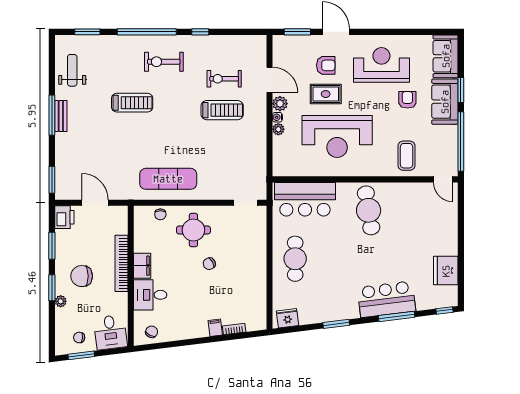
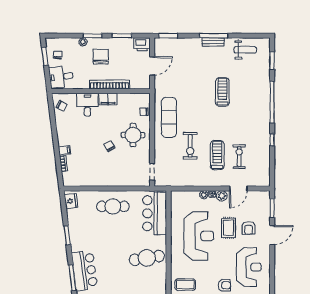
exercise bike: (164, 62) -> (190, 146), moved, turned 180
treadmill: (132, 103) -> (222, 92), turned 180
treadmill: (222, 110) -> (217, 155), turned 180
reception desk: (337, 136) -> (199, 236), turned 180

